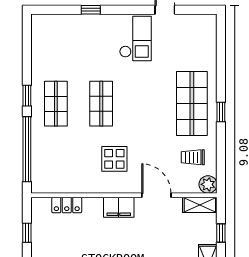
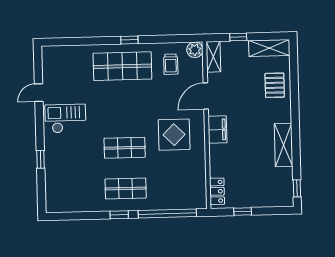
display table: (114, 159) -> (174, 135), width x1.36, depth x1.36
locker: (67, 205) -> (217, 191), moved

